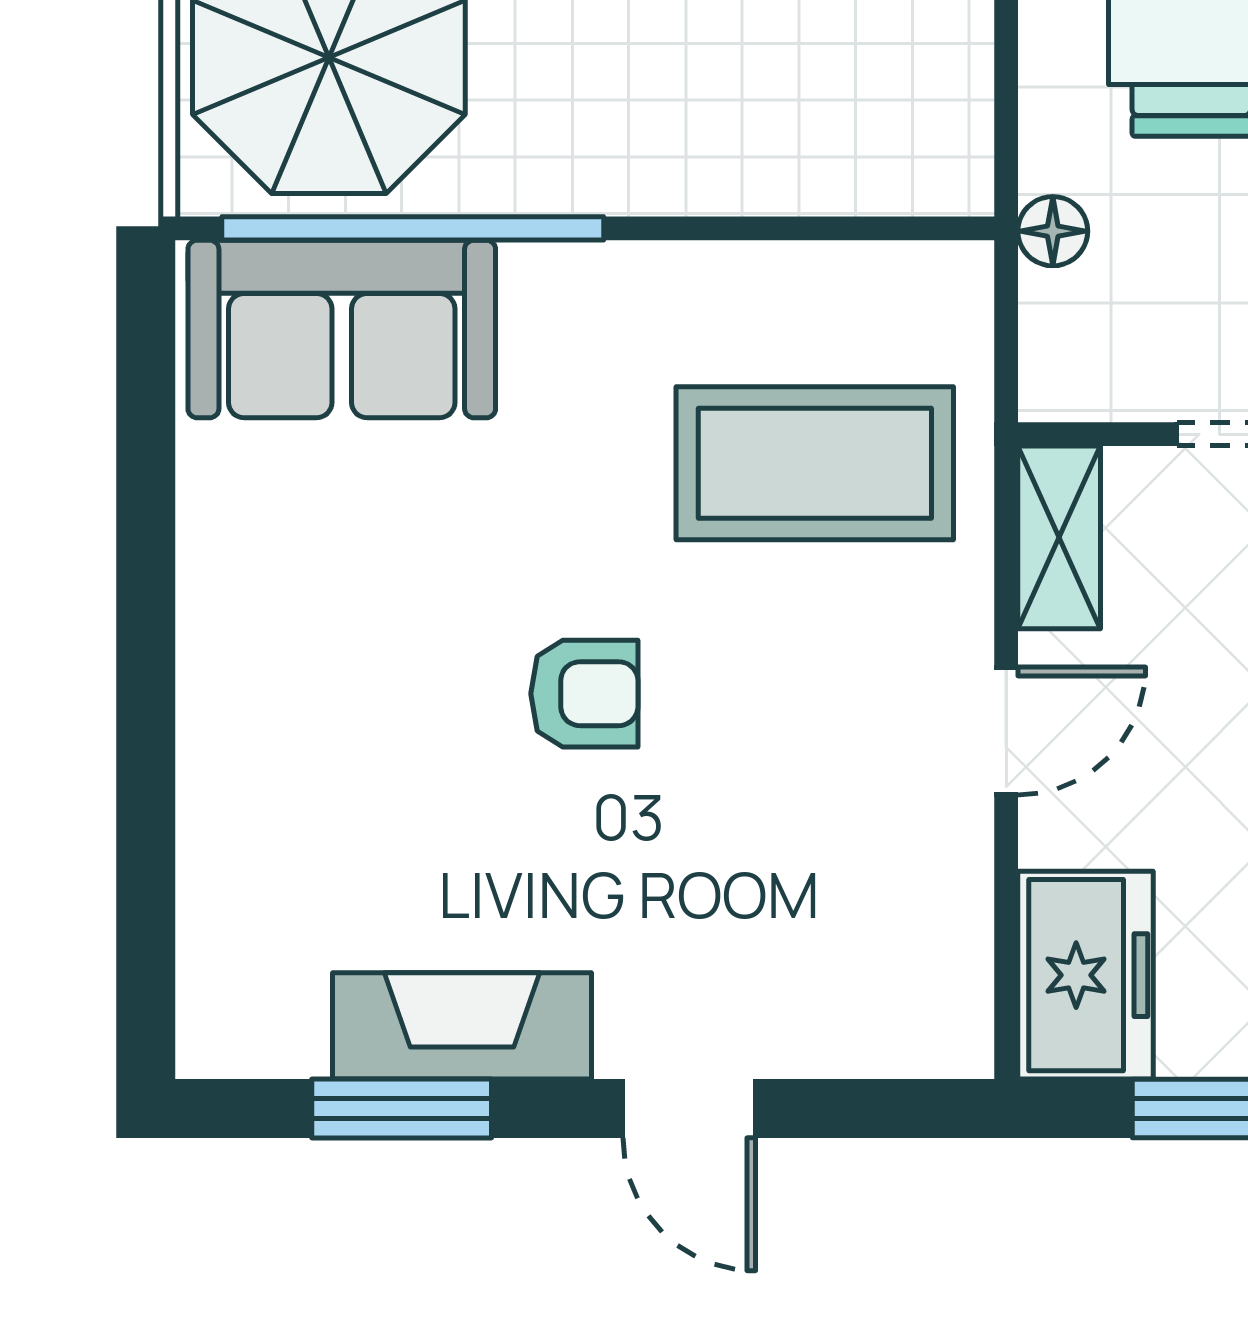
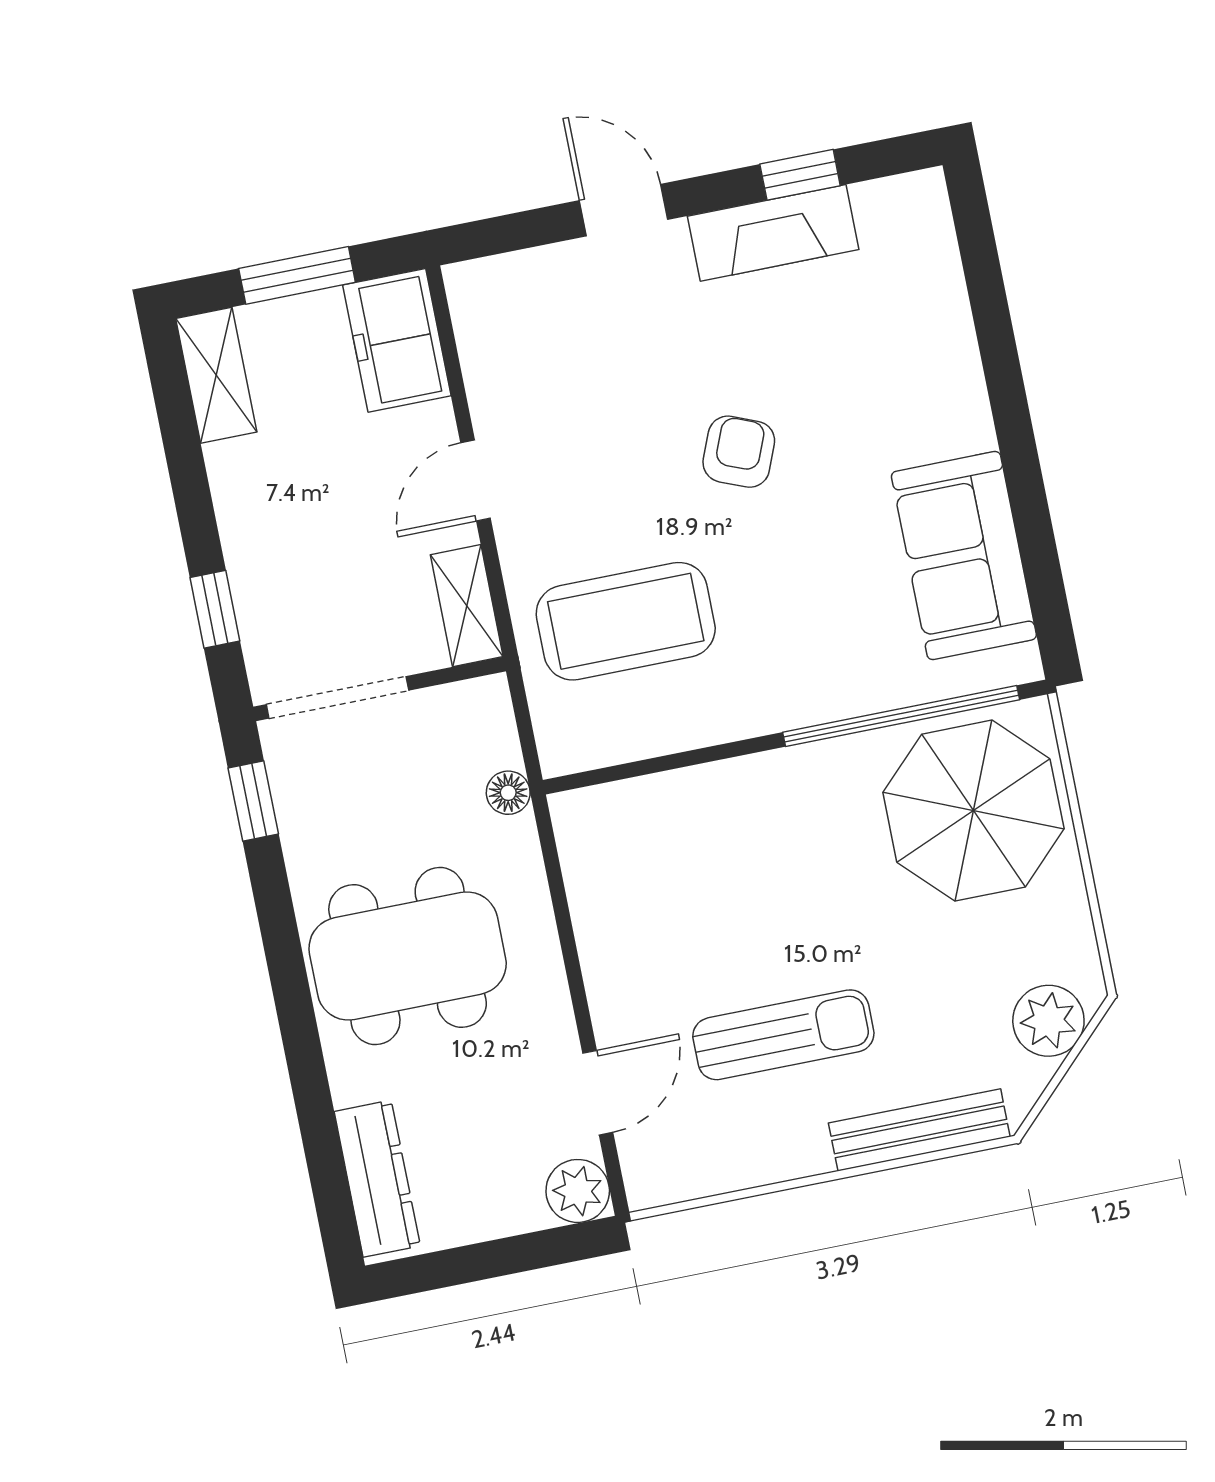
sofa: (342, 329) -> (964, 556), moved, turned -90
armchair: (584, 694) -> (739, 452), turned 112
window: (402, 1108) -> (800, 175), width x0.67

